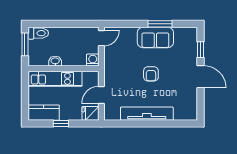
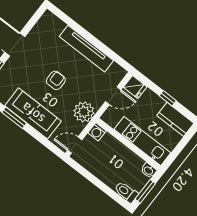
sofa: (155, 37) -> (33, 113), width x1.36
washbasin: (55, 61) -> (149, 170), moved
plant: (113, 67) -> (84, 112), added

